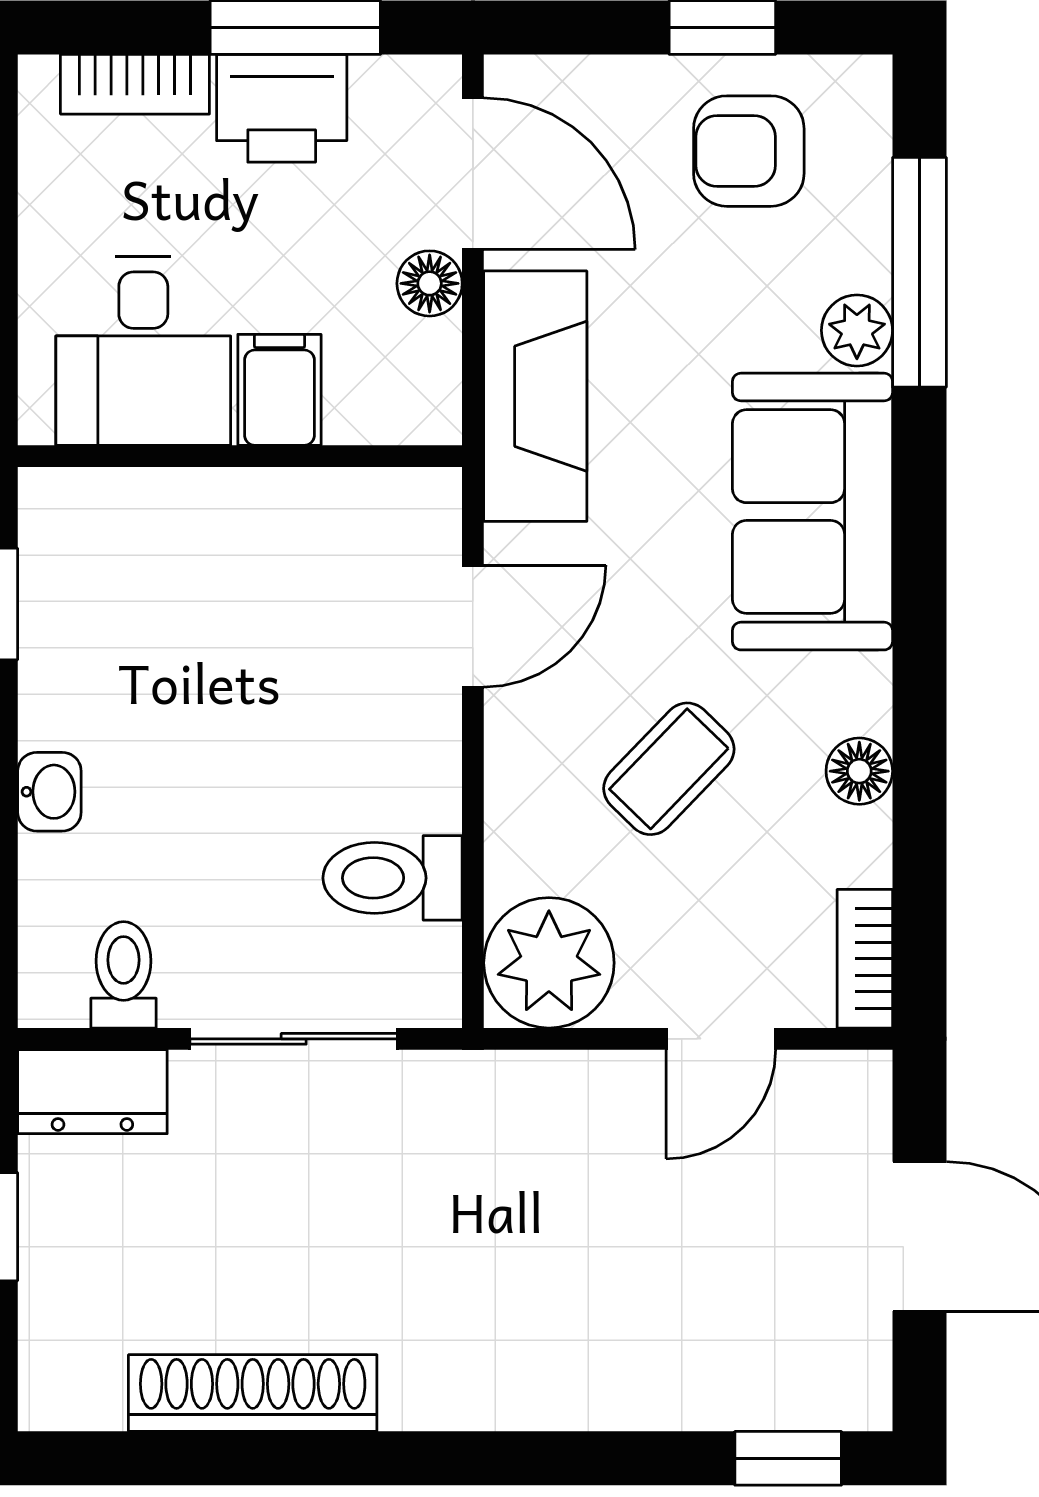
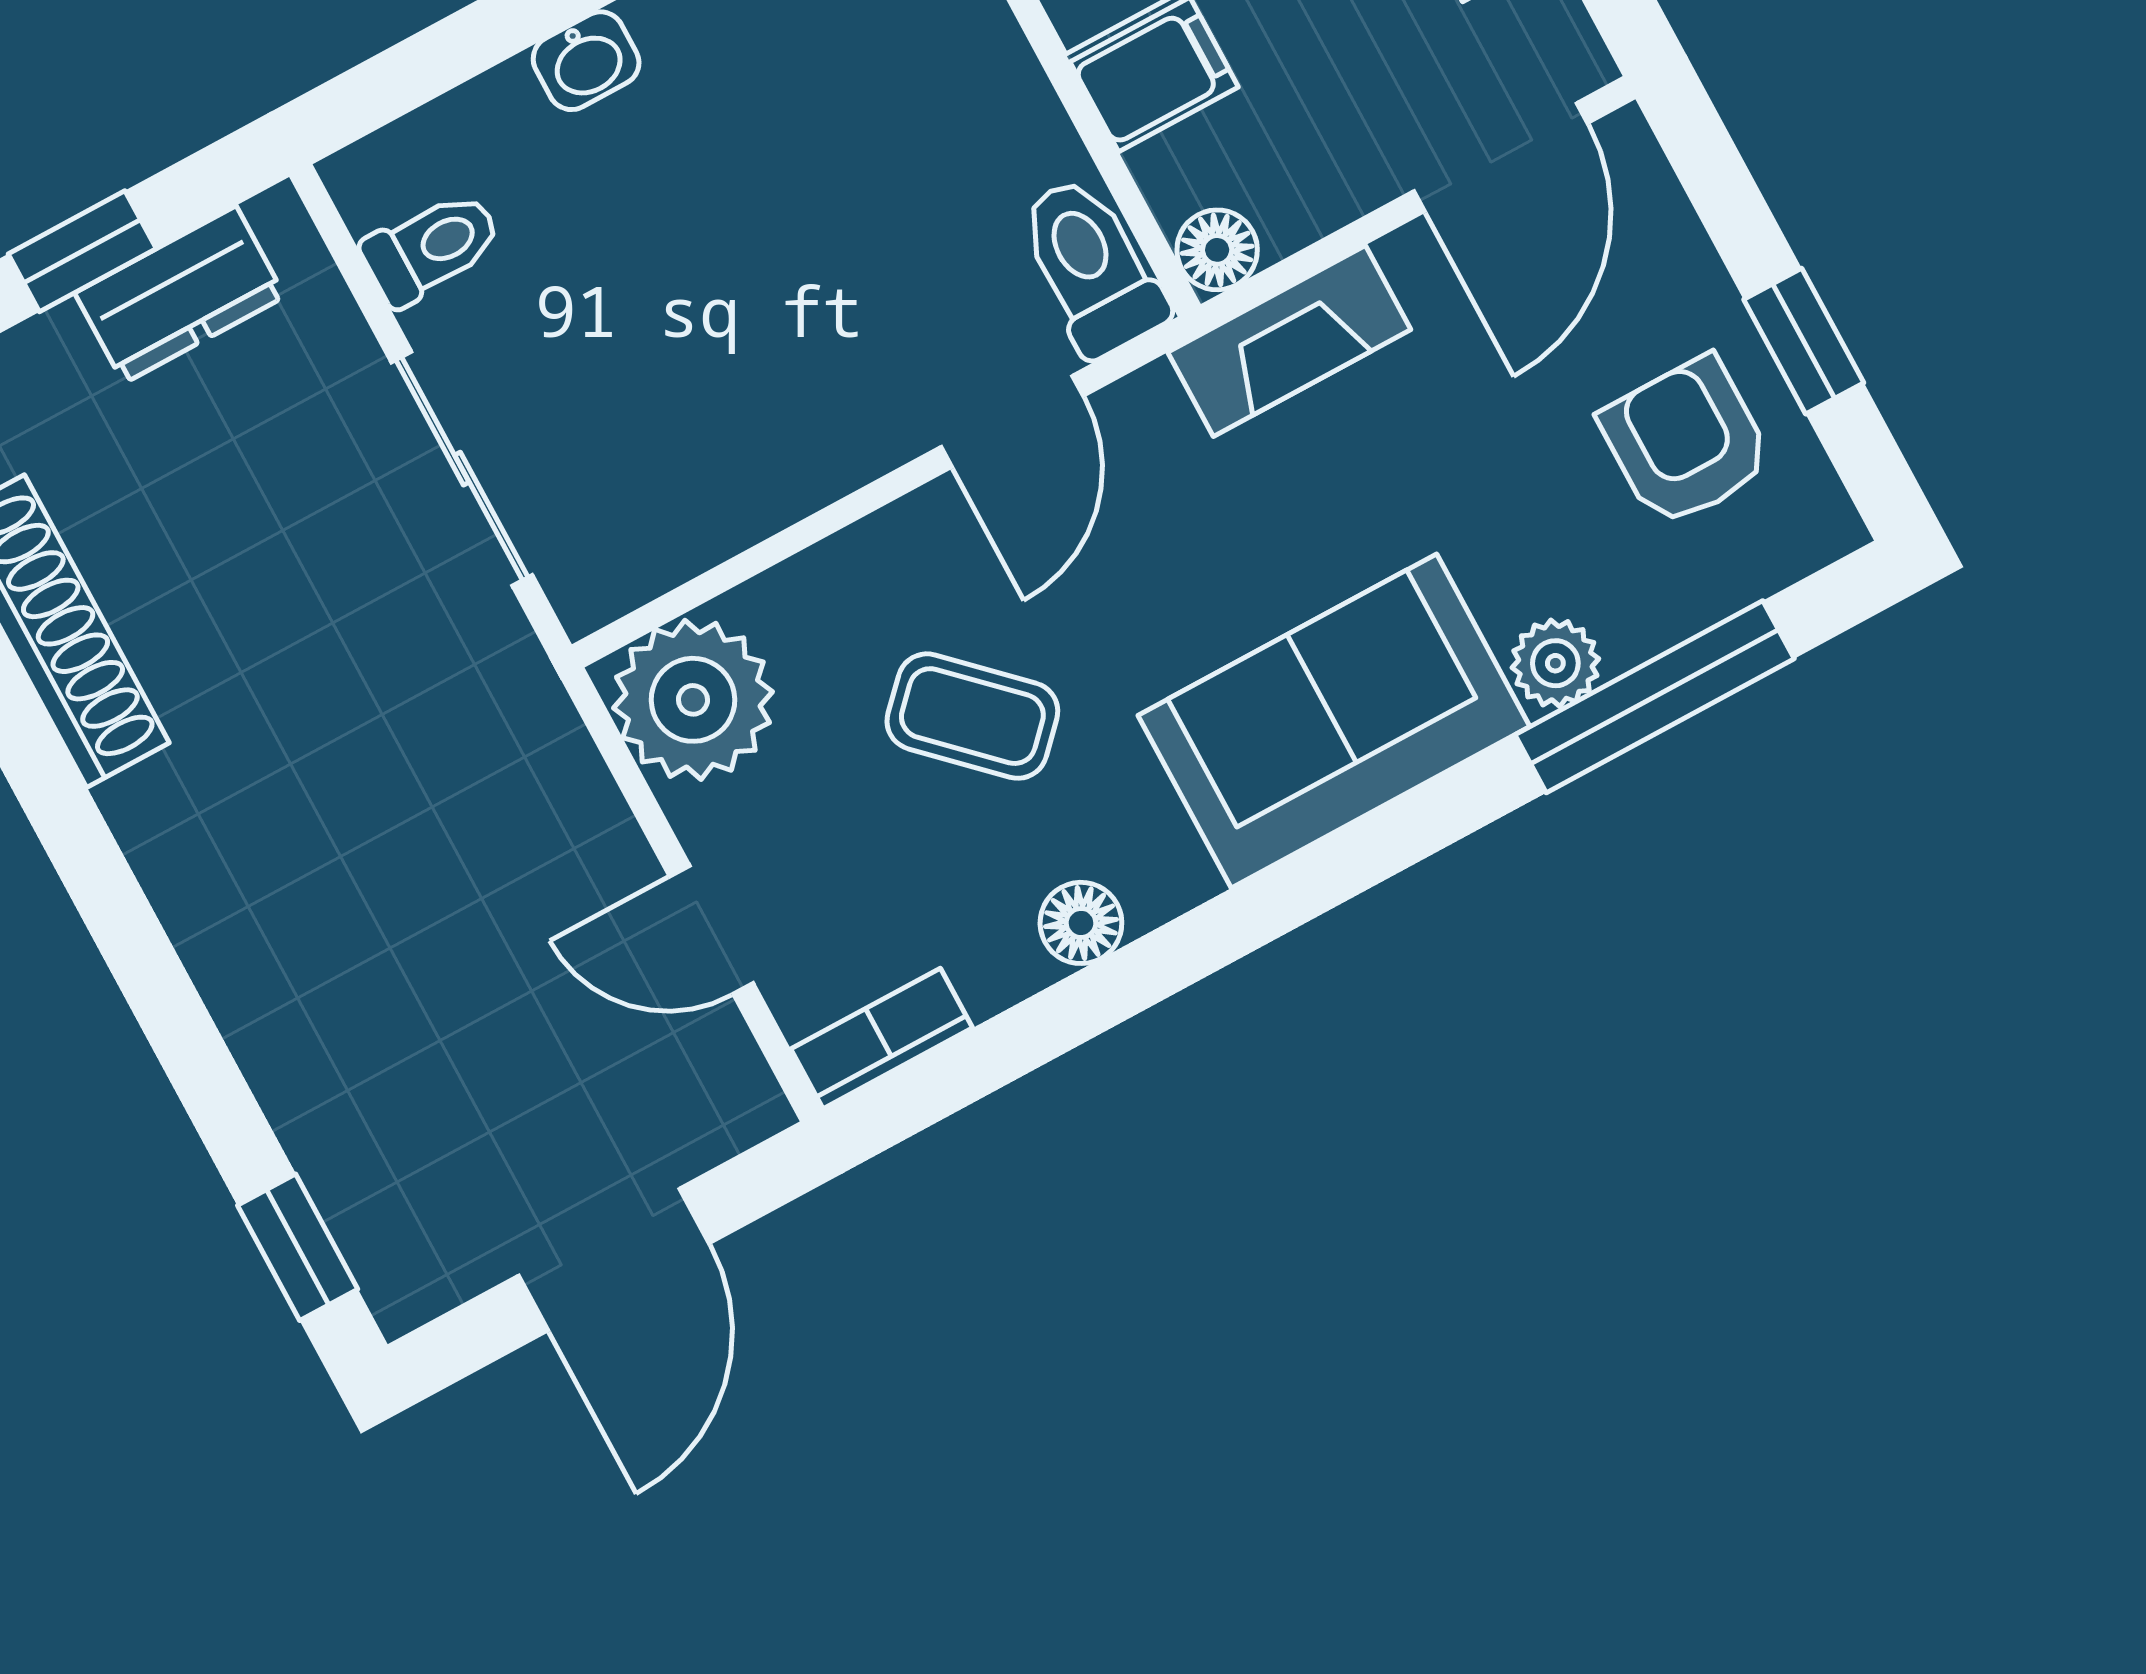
floor lamp: (430, 283) -> (1217, 250), moved
fireplace: (535, 396) -> (1289, 341), width x0.73, depth x0.76
door: (473, 626) -> (1012, 421), hinge flipped
toilet: (393, 878) -> (1091, 266), moved
dresser: (92, 1092) -> (180, 295), moved, turned -90

